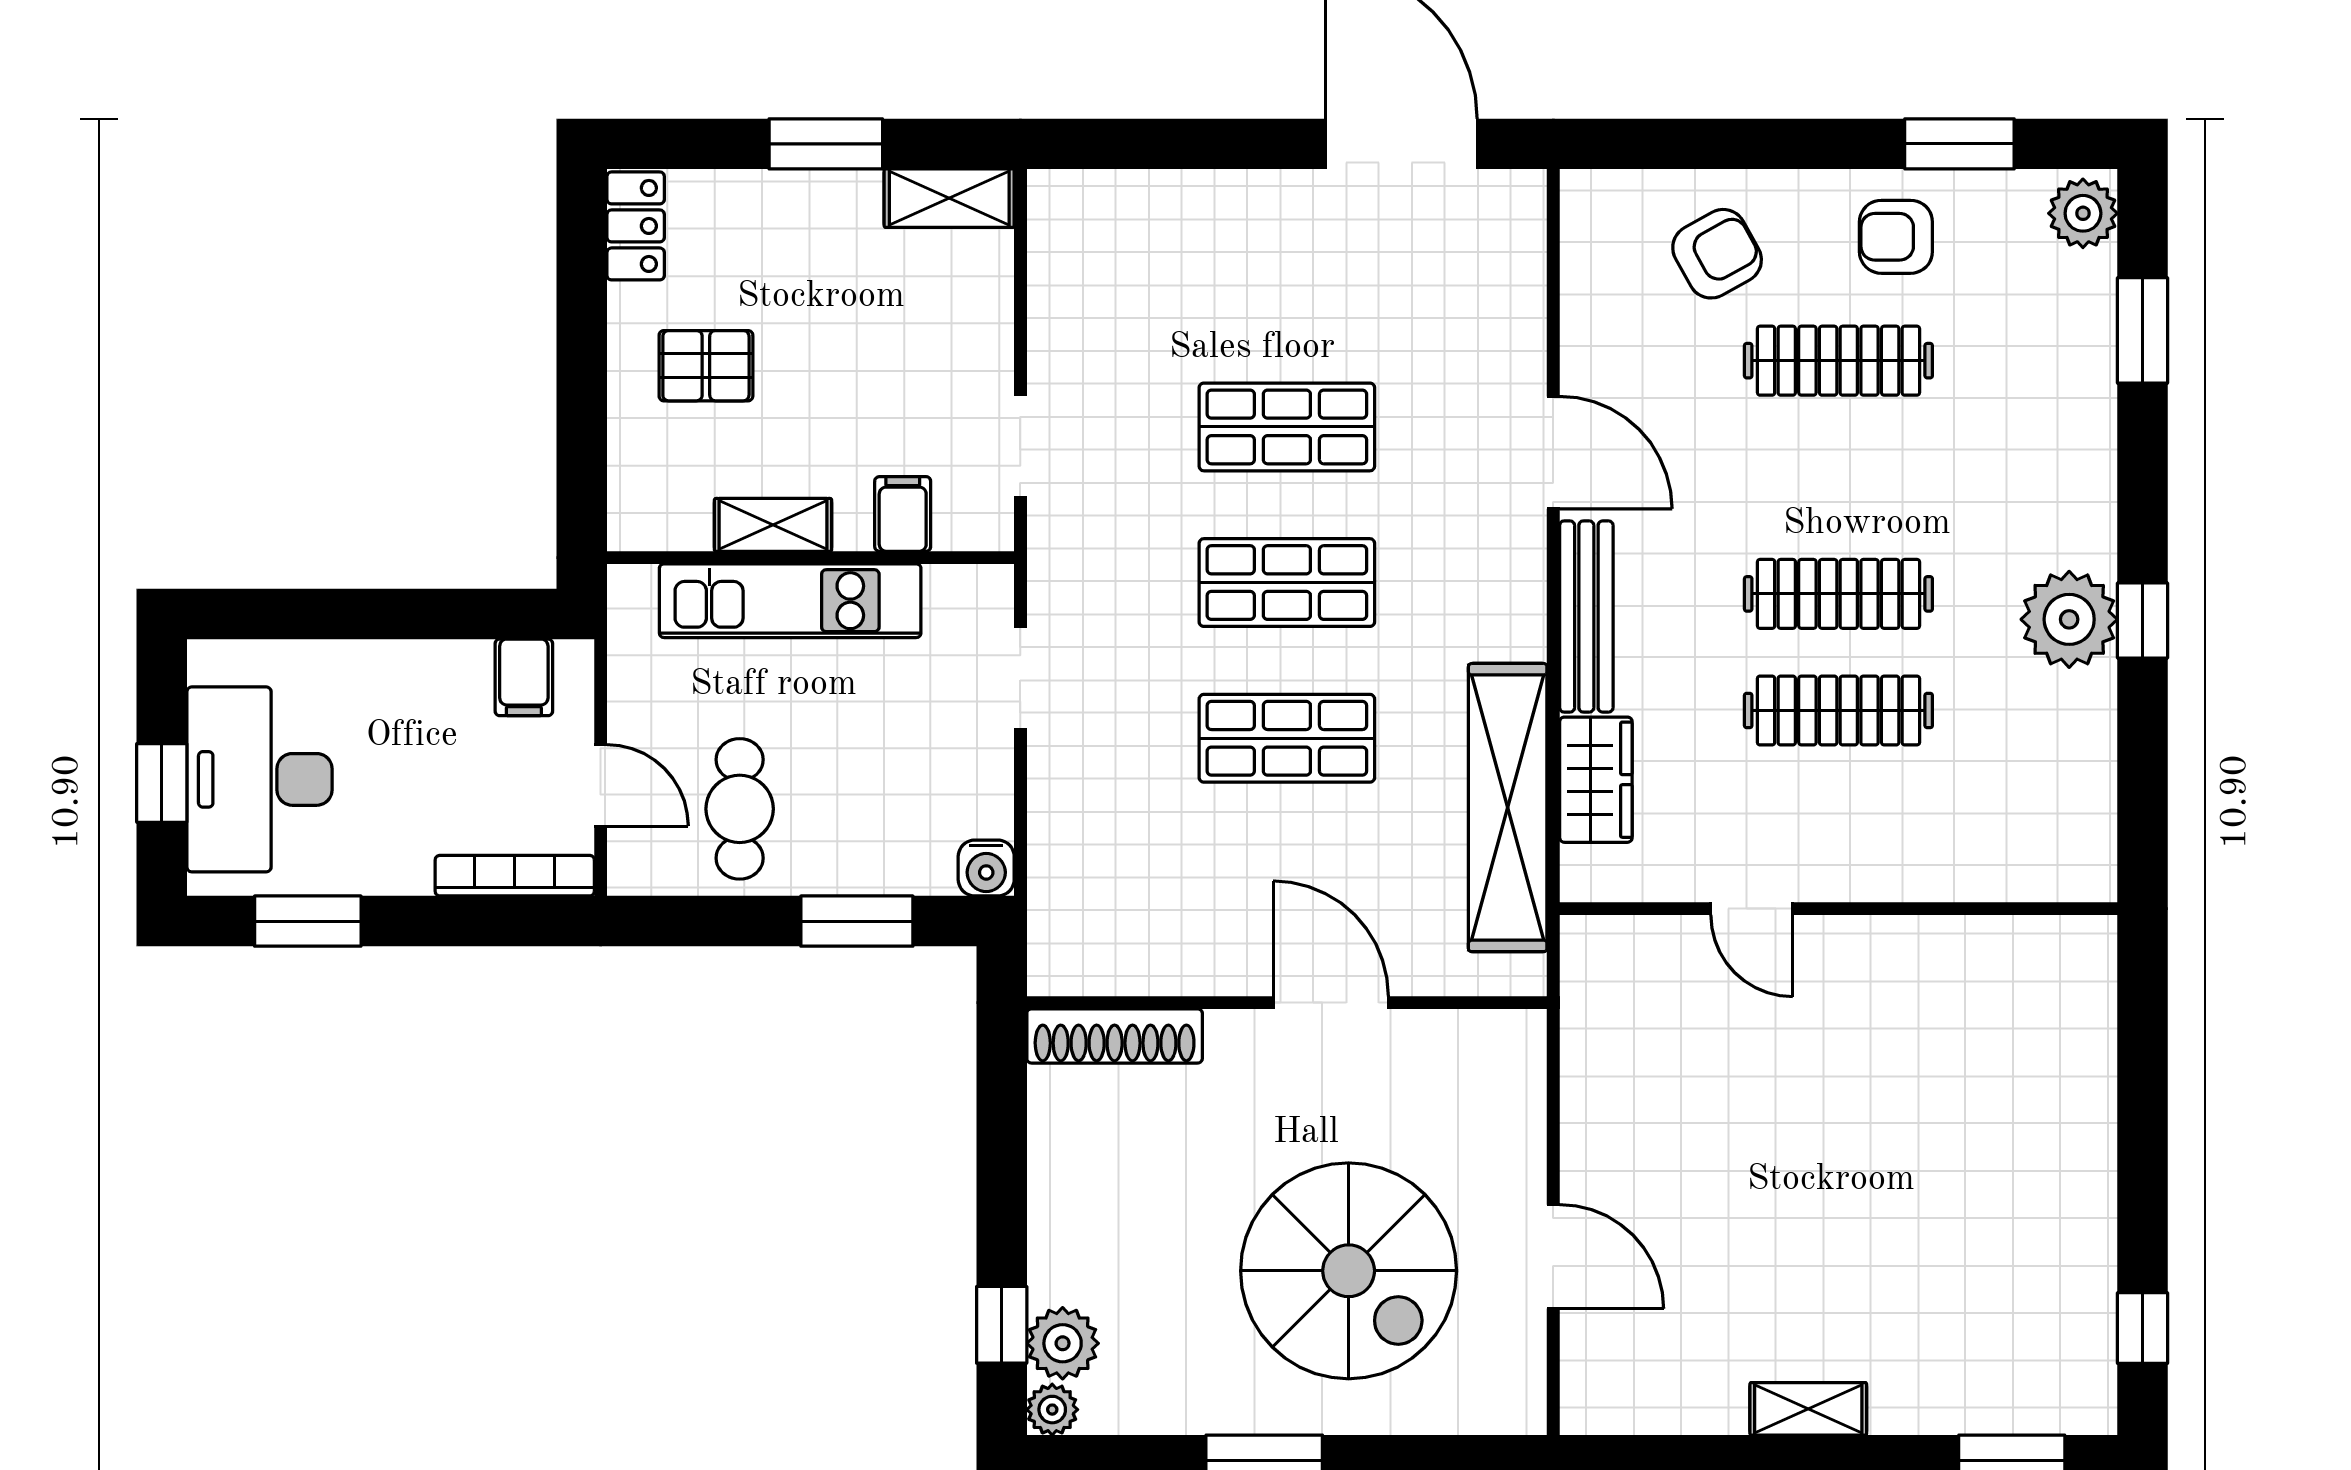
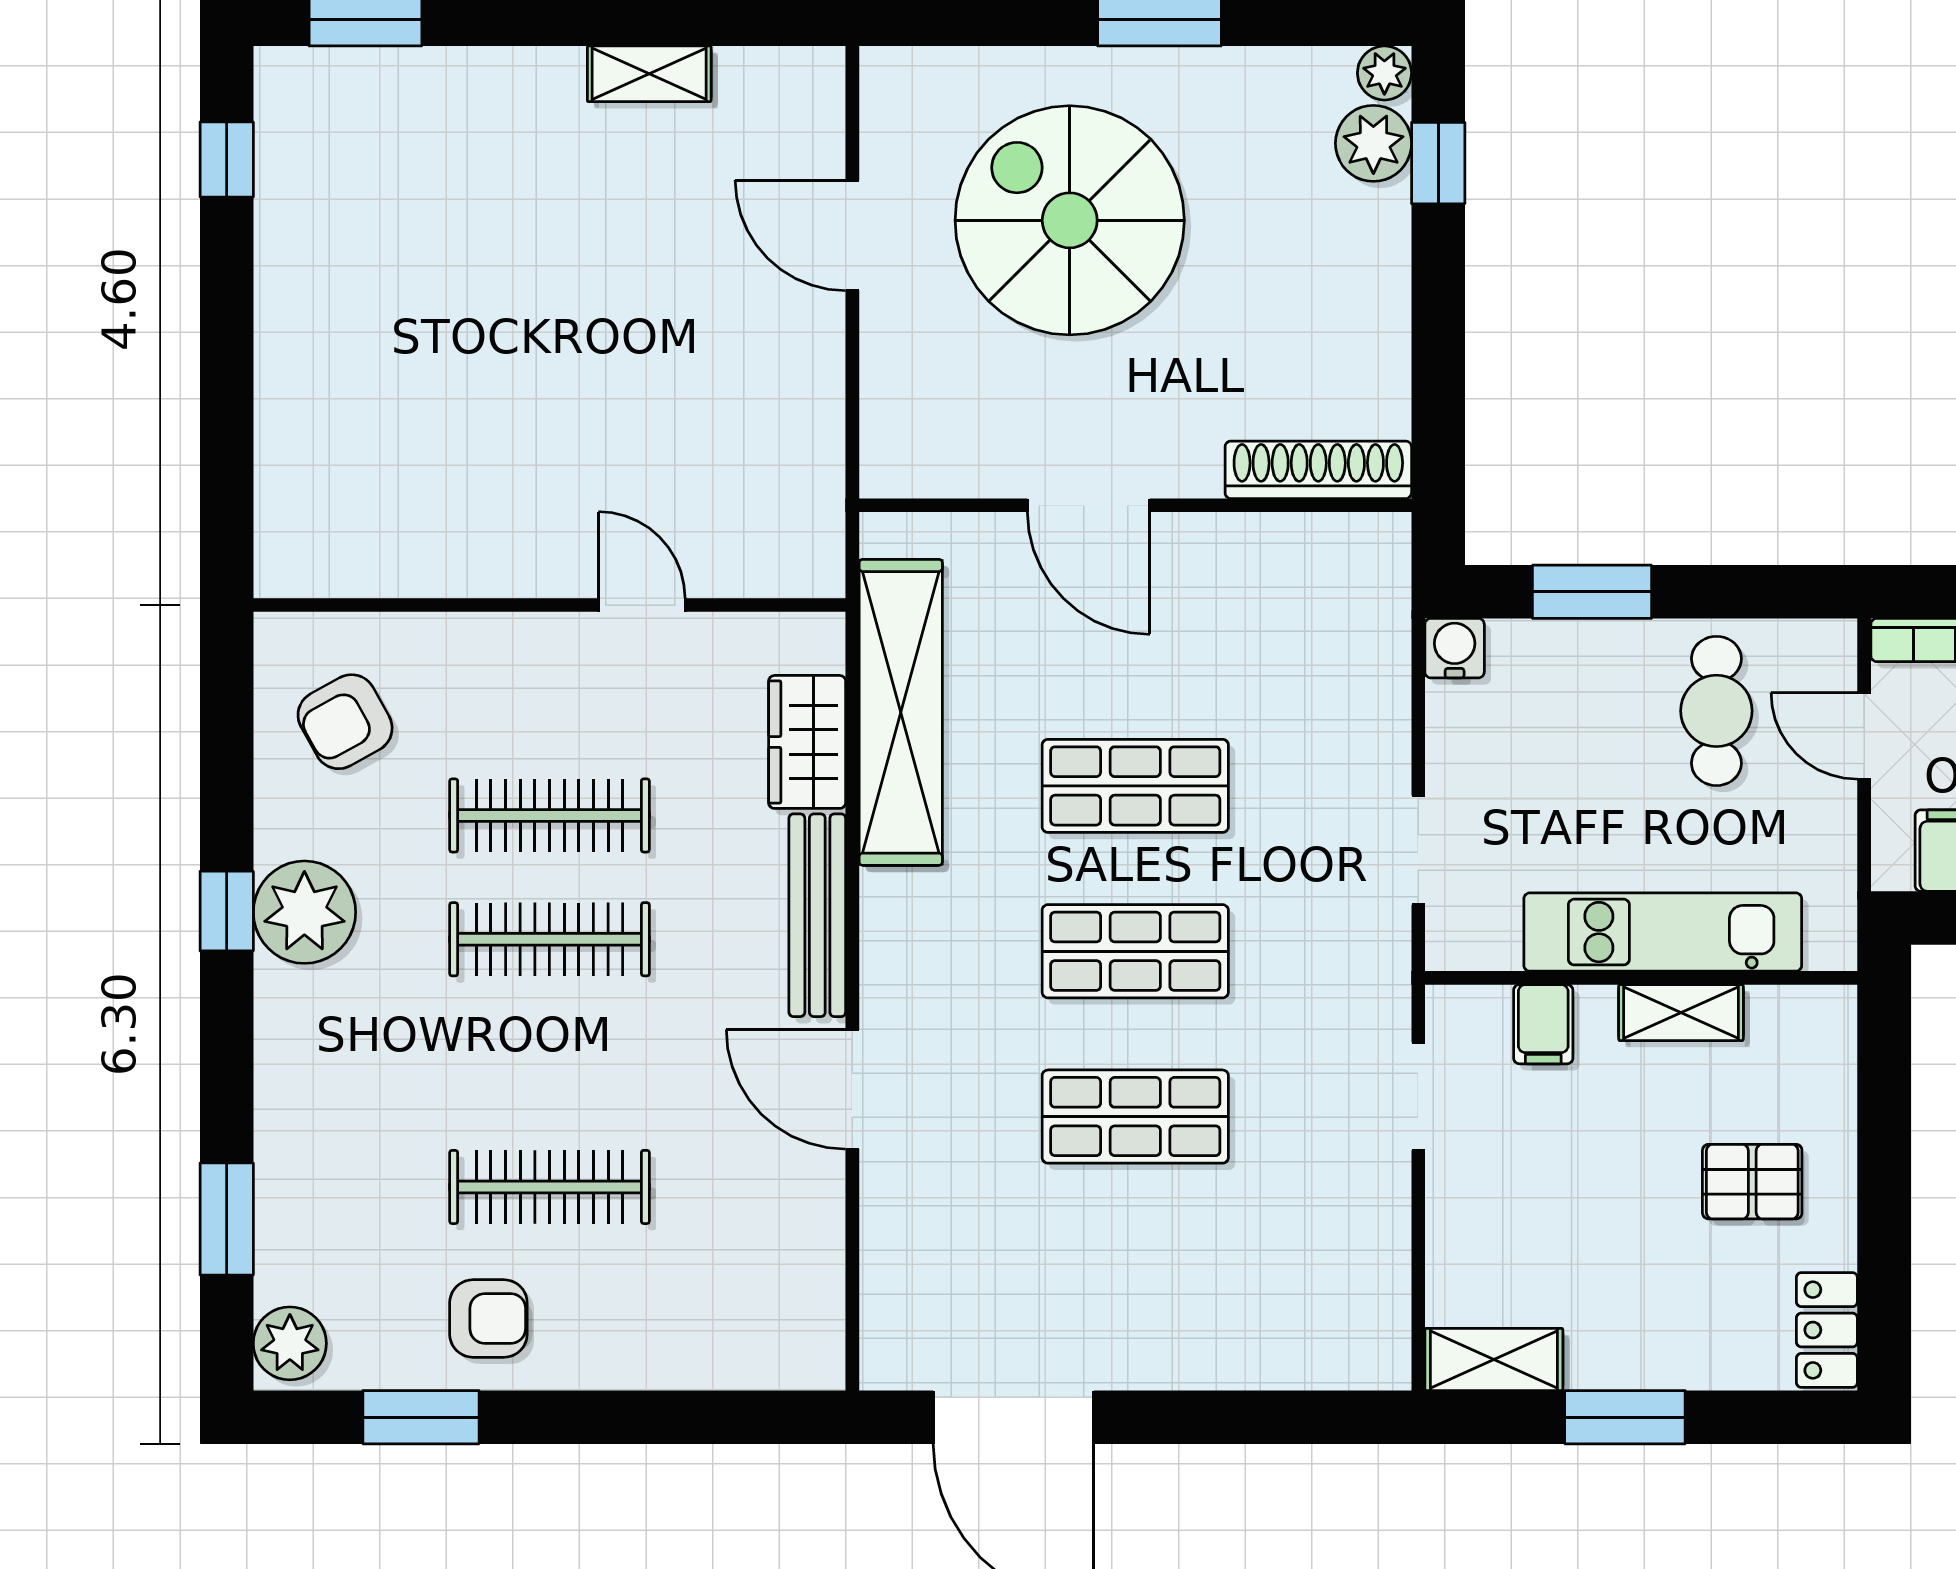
armchair: (1717, 254) -> (345, 722), moved
shelving: (1808, 1409) -> (649, 74), moved

